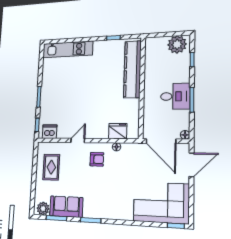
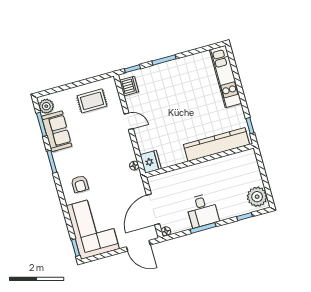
kitchen counter: (132, 69) -> (216, 144), moved
wall: (142, 87) -> (200, 161), moved
armchair: (97, 159) -> (80, 184), moved

